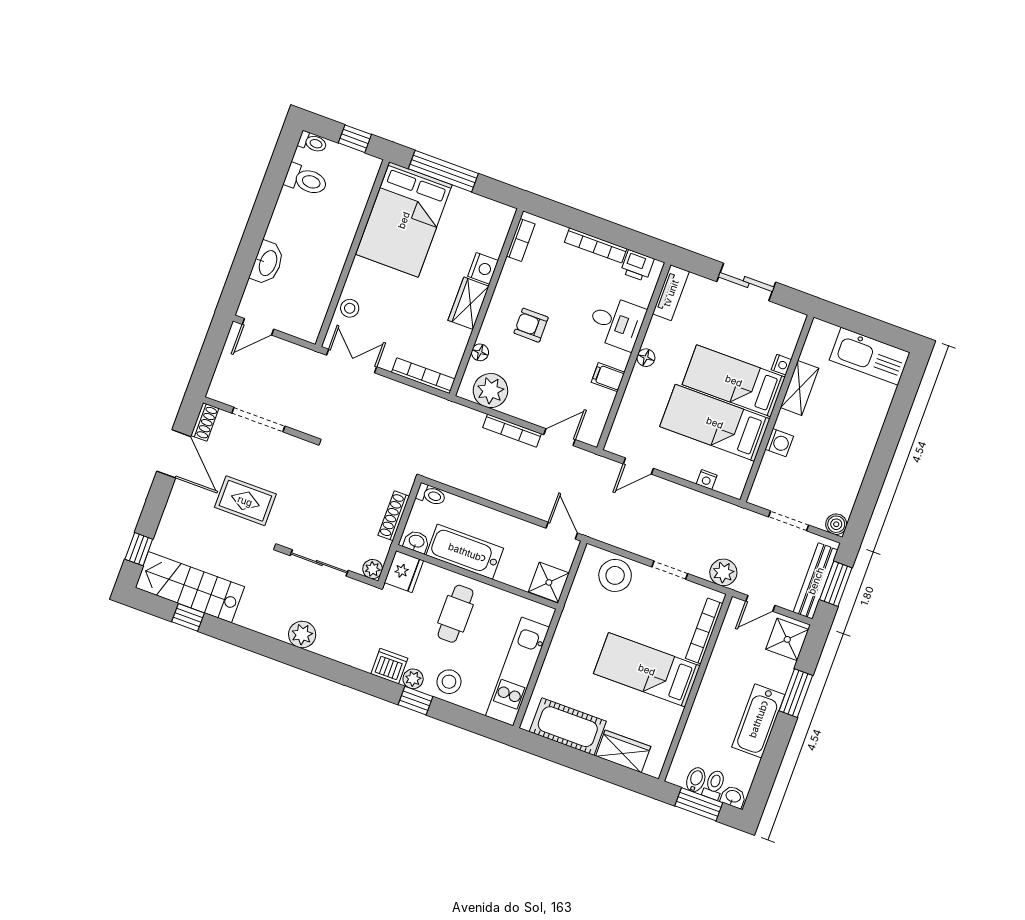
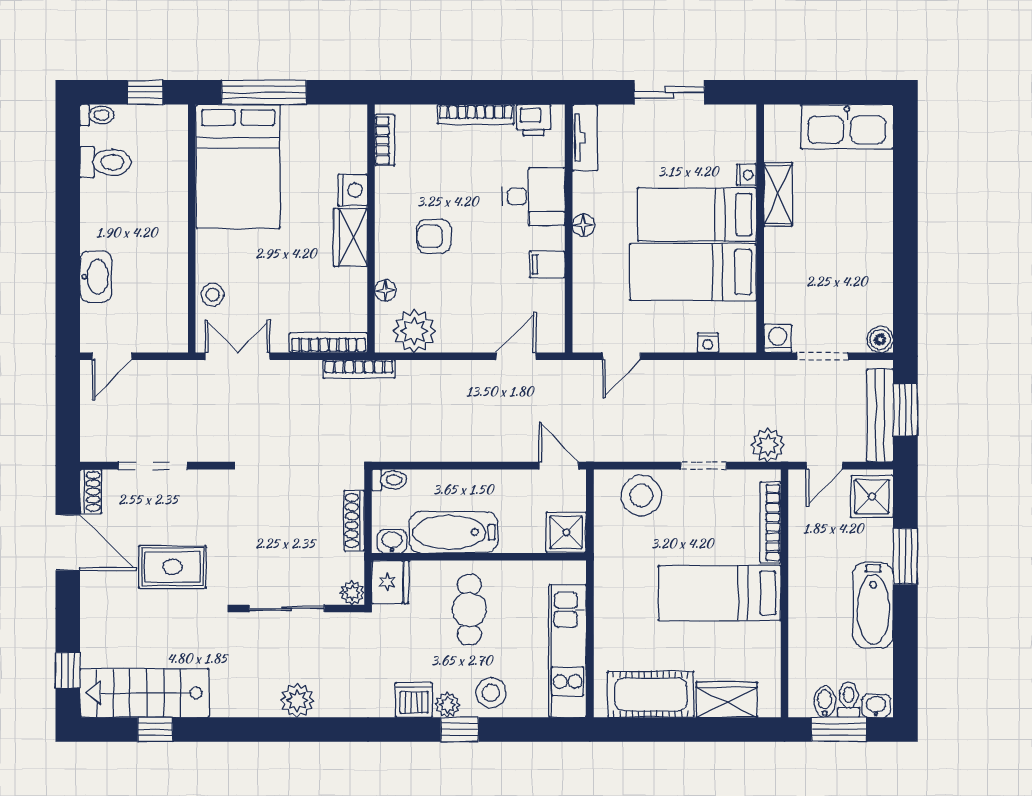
bookcase: (512, 431) -> (359, 369), moved
washing machine: (779, 443) -> (778, 339), moved, turned -90

